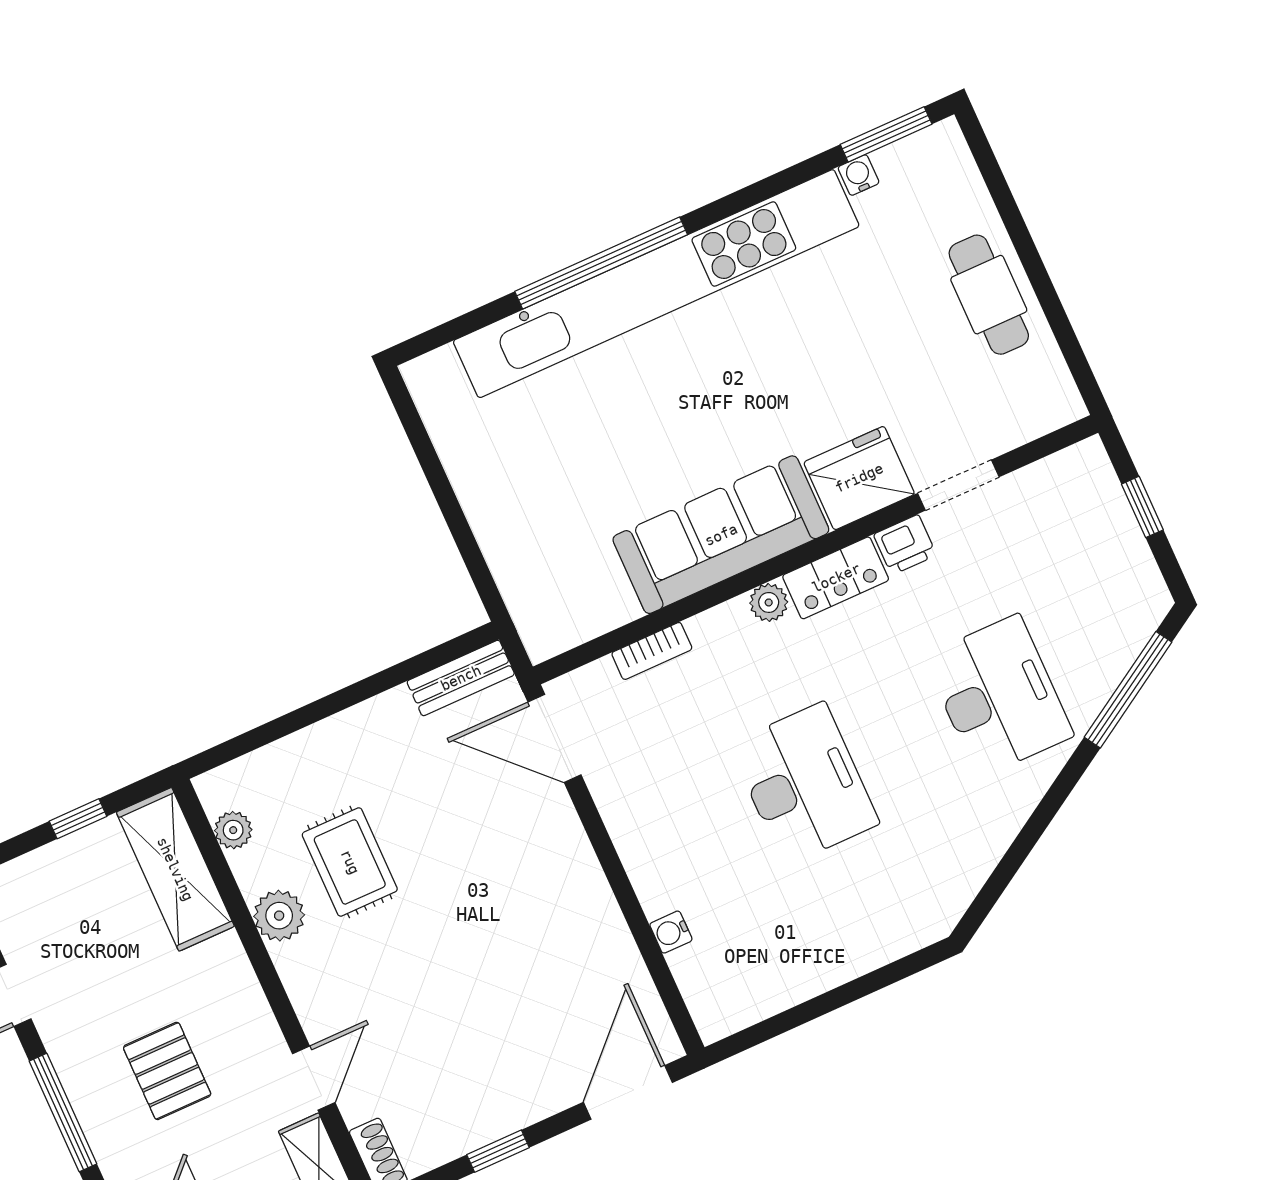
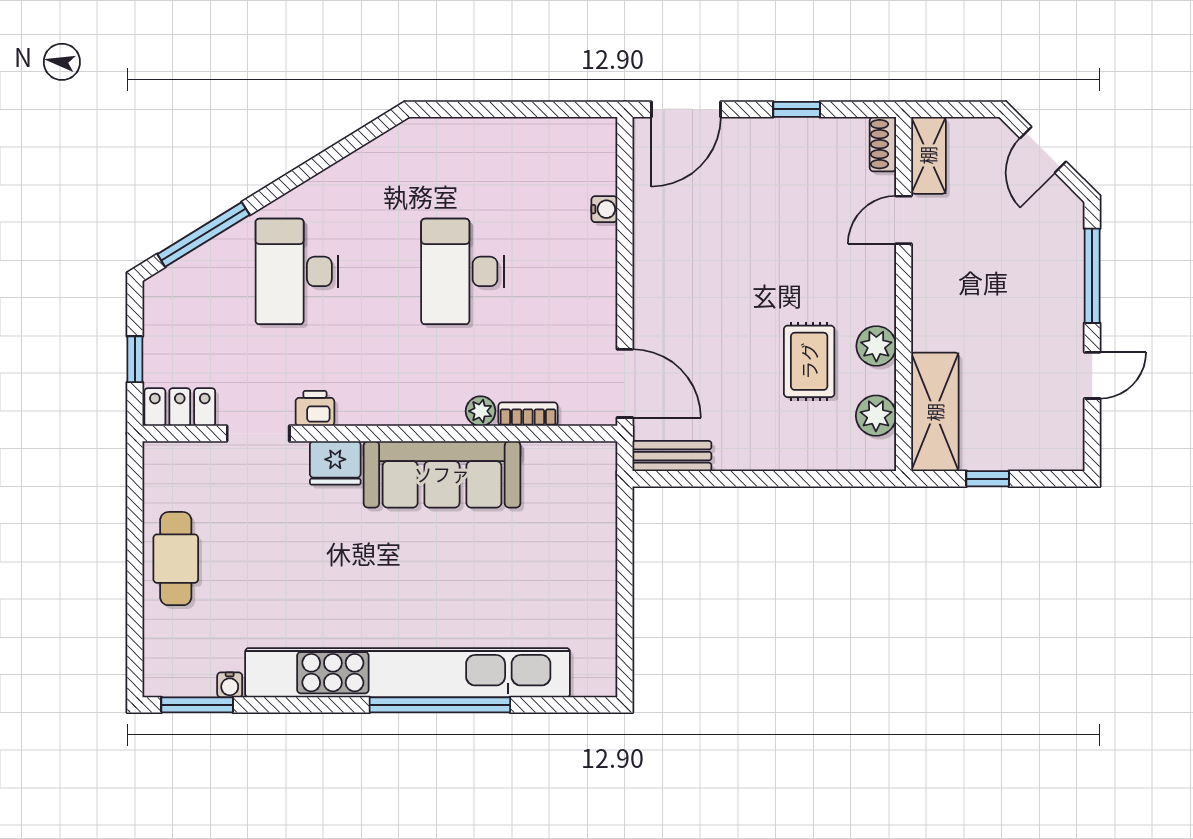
fridge: (859, 478) -> (335, 463), width x0.73, depth x0.75
locker: (836, 578) -> (180, 407), moved
plant: (769, 602) -> (481, 411), moved
plant: (233, 830) -> (876, 416), width x1.38, depth x1.38
pallet: (167, 1071) -> (1005, 272), removed

